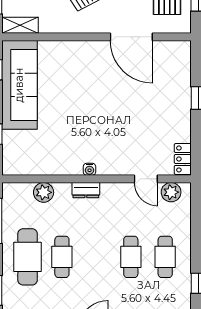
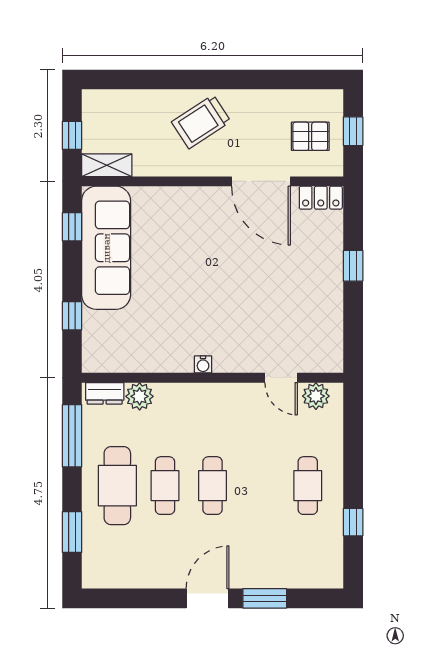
locker: (183, 159) -> (321, 198), moved, turned -90
dresser: (86, 190) -> (105, 393), moved
cafe table: (131, 257) -> (213, 486), moved

